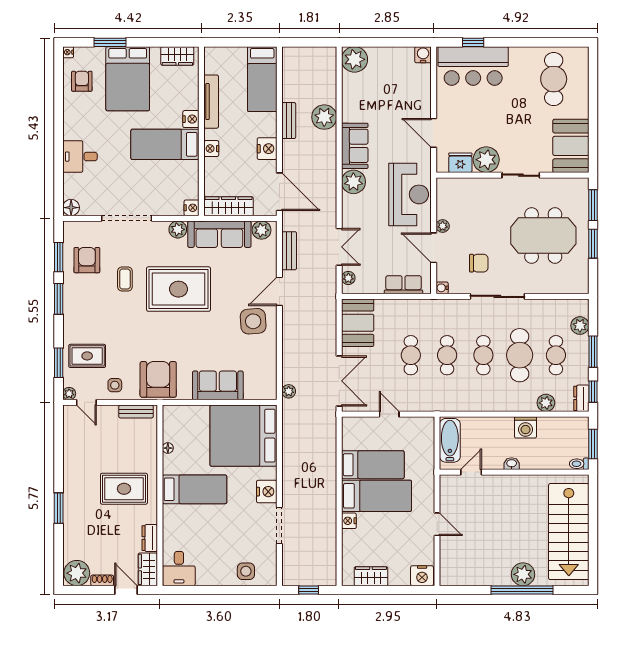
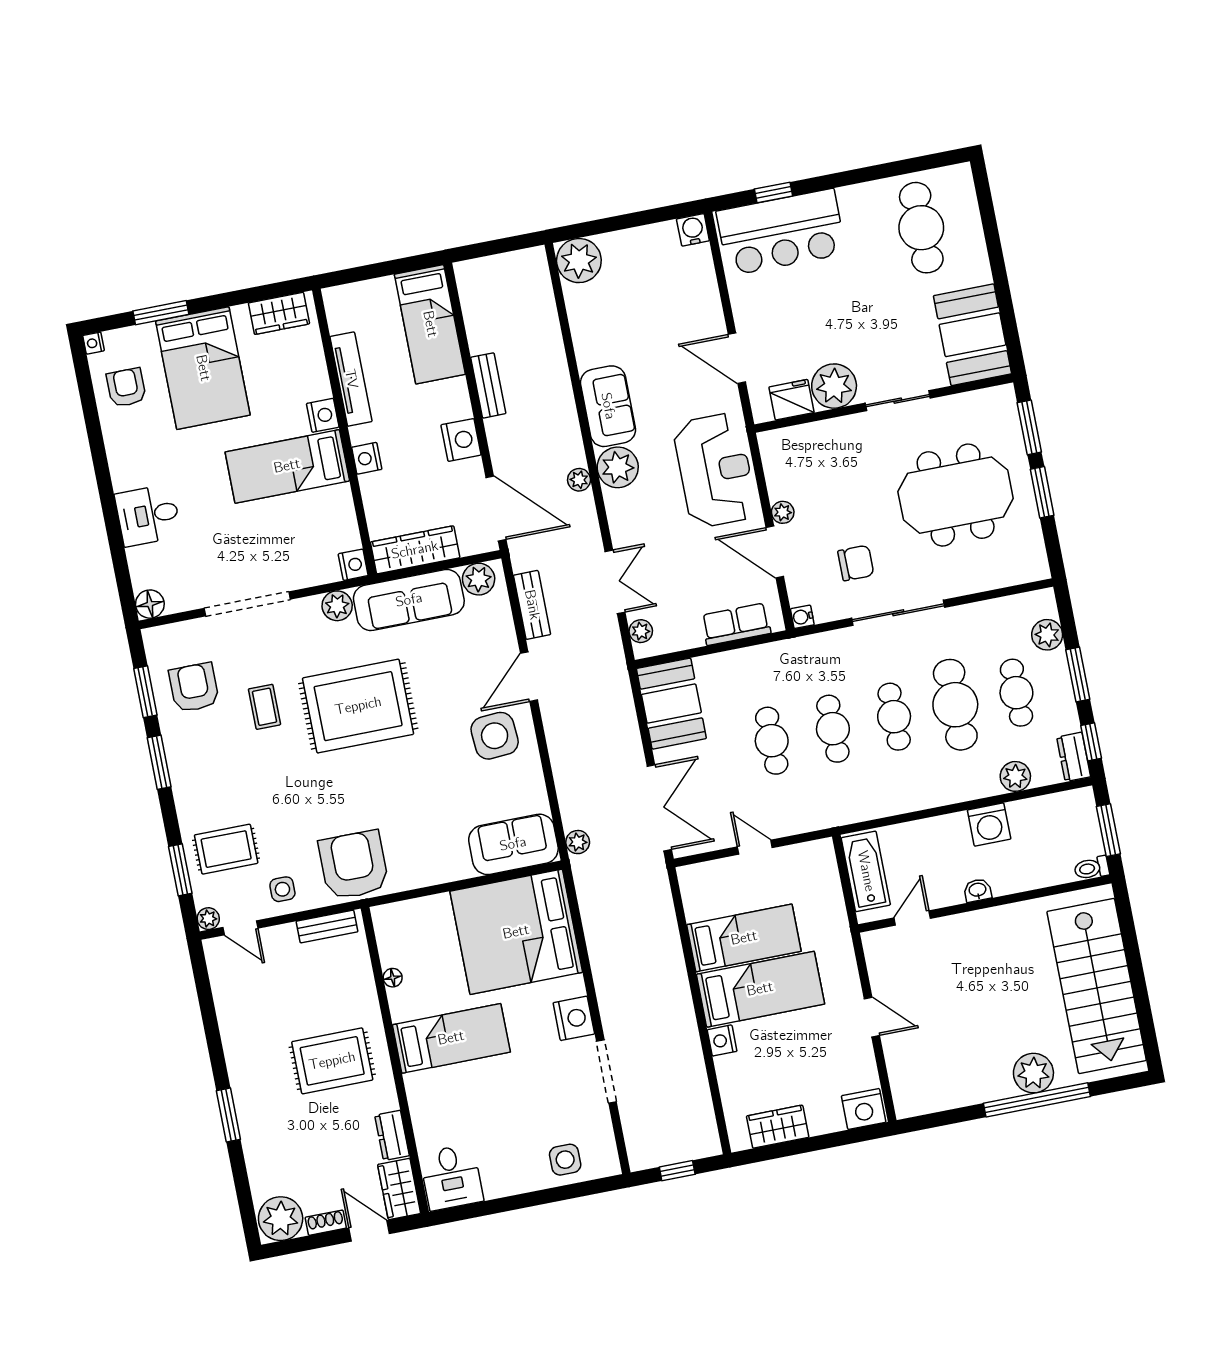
plant: (324, 117) -> (579, 480), moved, width x0.53, depth x0.53
sofa: (218, 385) -> (513, 844), moved

